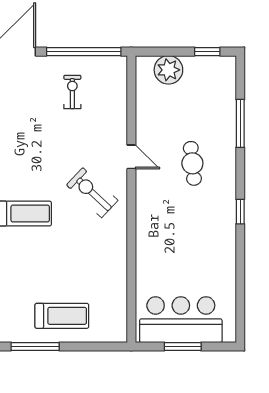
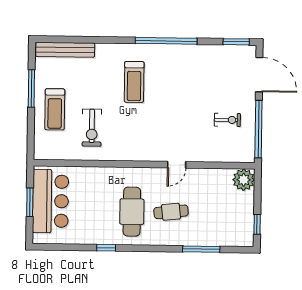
plant: (168, 70) -> (244, 180), moved
exercise bike: (92, 193) -> (92, 128), moved, turned 137
window: (240, 212) -> (106, 248), moved
cafe table: (193, 214) -> (132, 212), added

